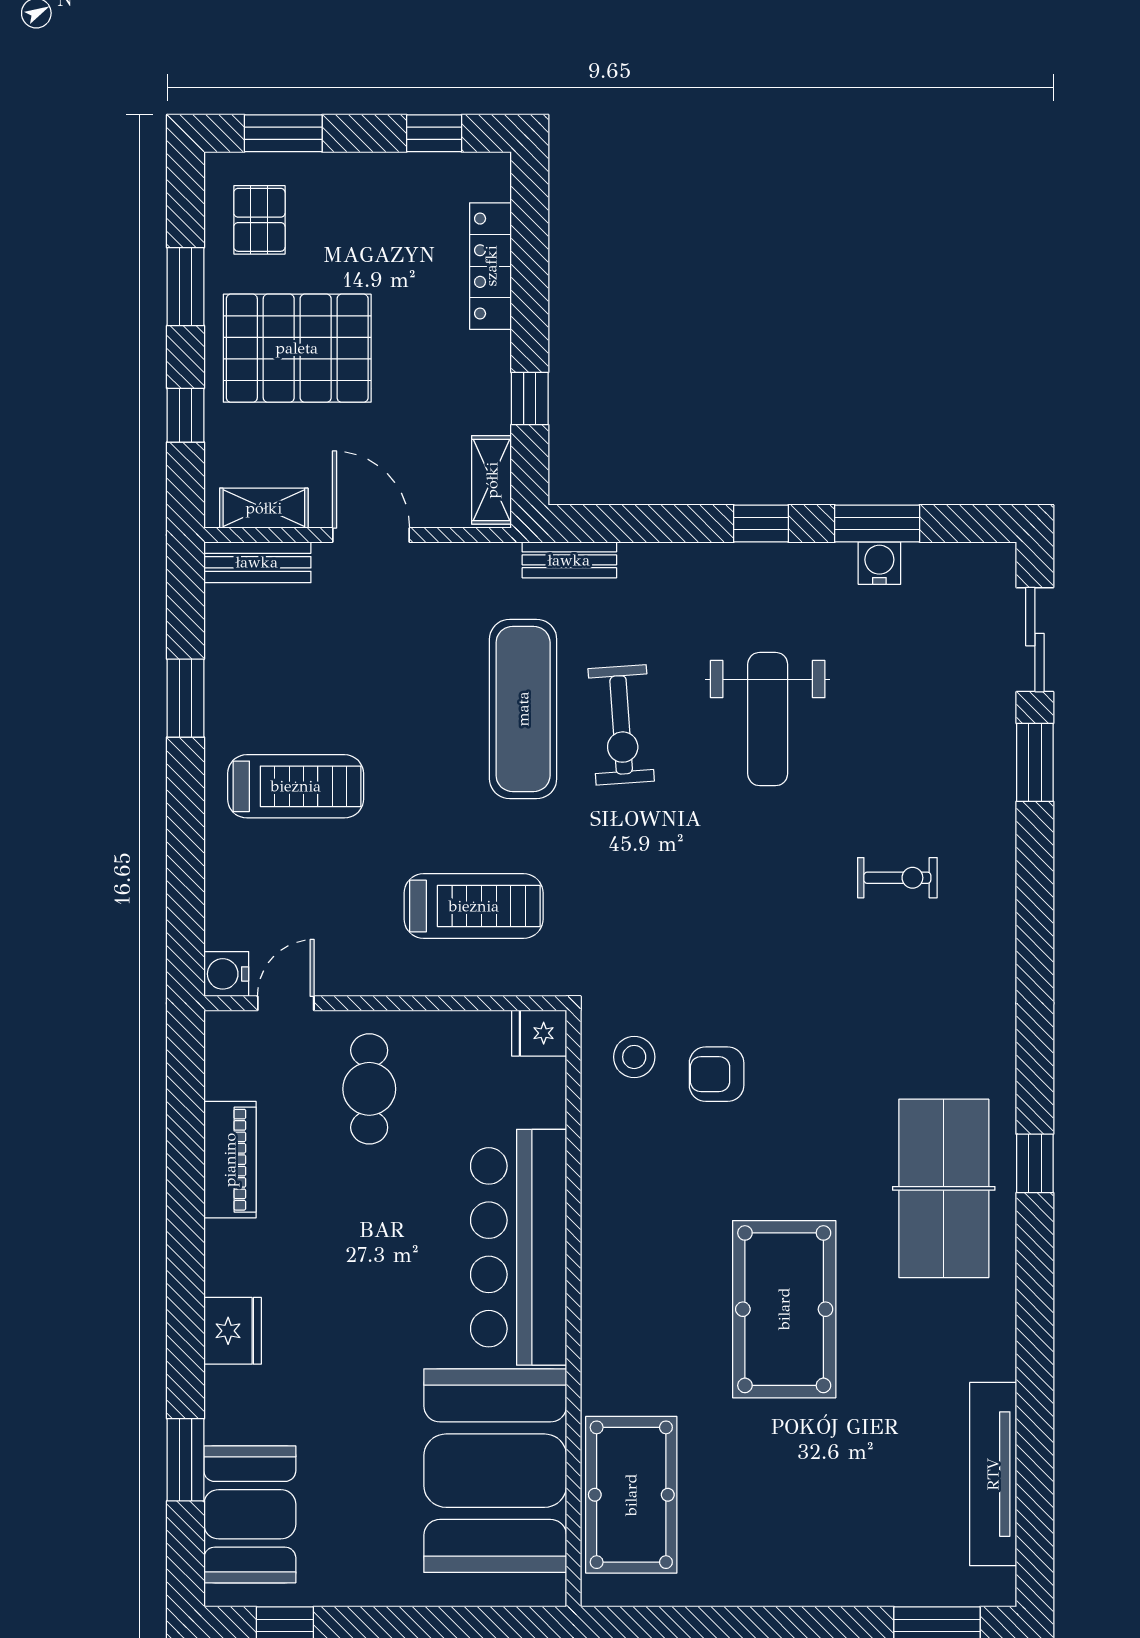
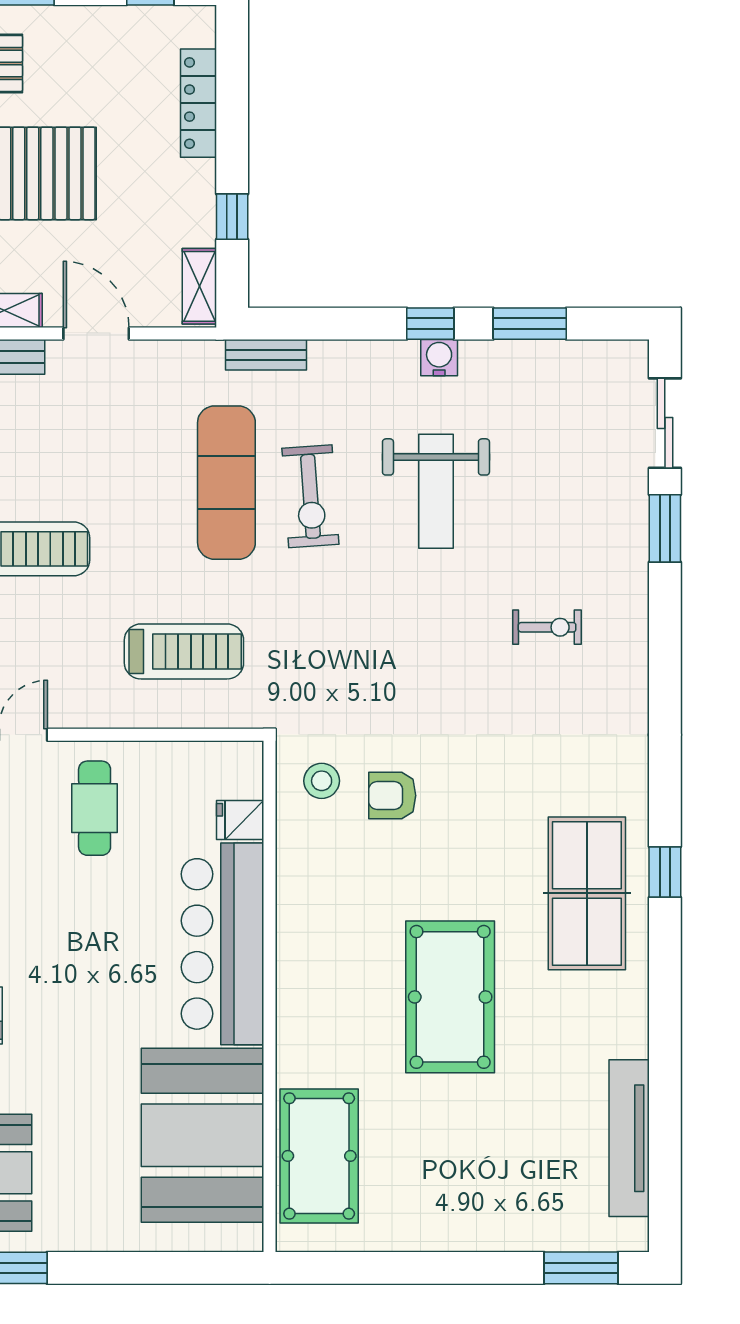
water cooler: (879, 563) -> (439, 358), moved
fridge: (539, 1033) -> (240, 820), moved

